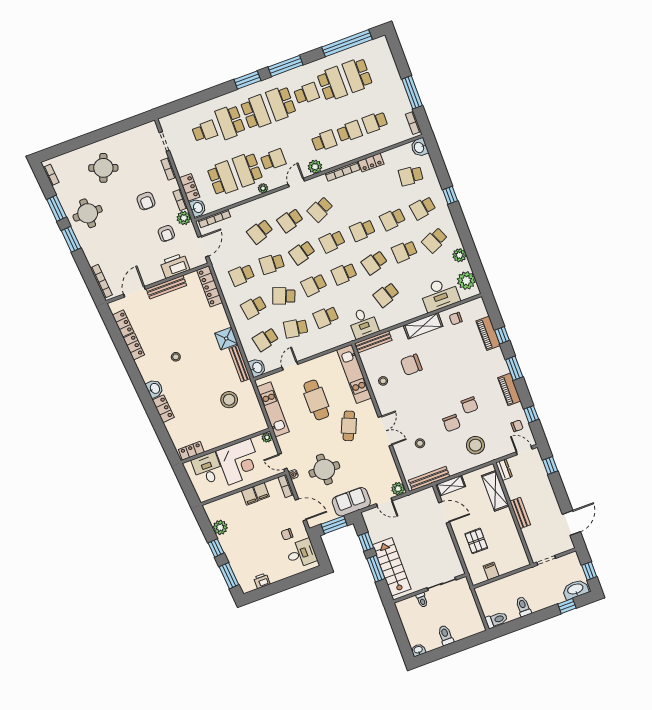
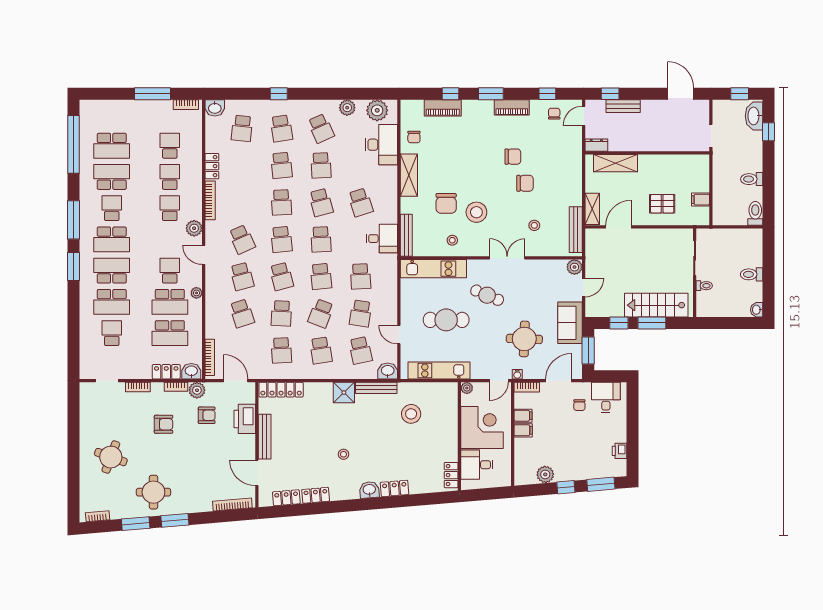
school desk: (375, 122) -> (170, 146), turned 180
school desk: (222, 179) -> (170, 333), turned 180
stool: (475, 445) -> (476, 212), moved
bench: (520, 513) -> (623, 106), moved

